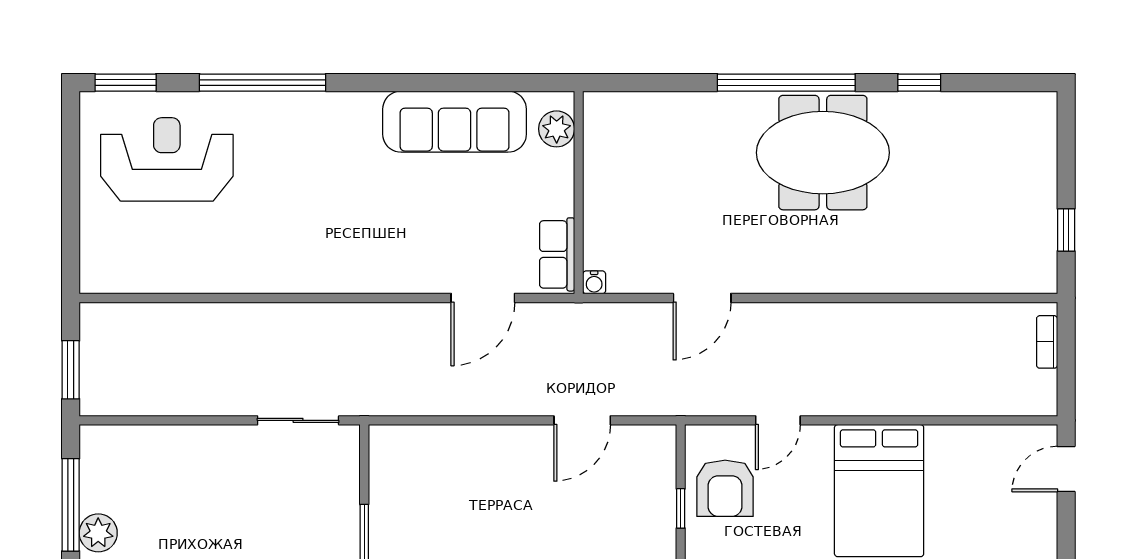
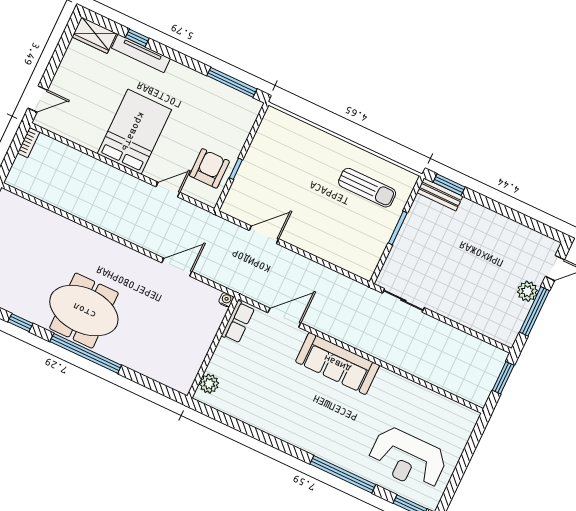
sofa: (455, 122) -> (337, 364), moved, turned 180
bookcase: (1047, 342) -> (29, 143), moved

